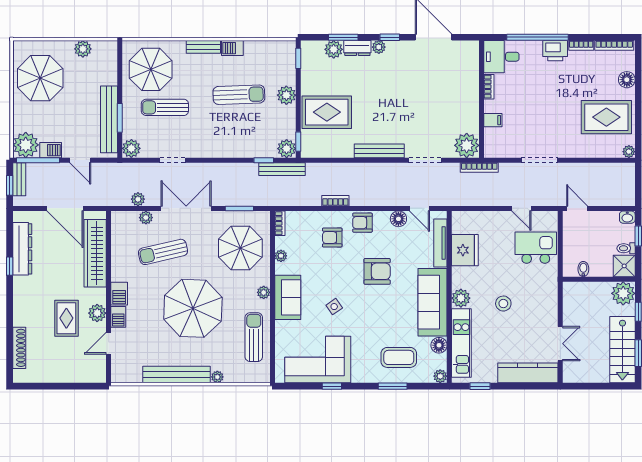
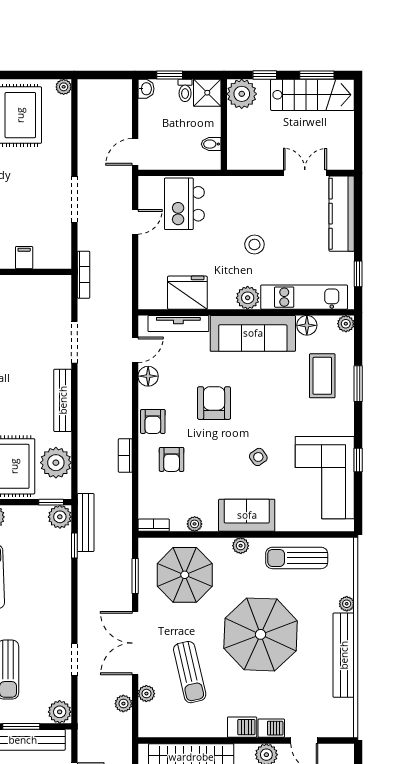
plant: (467, 145) -> (56, 463), moved

